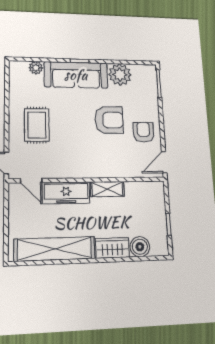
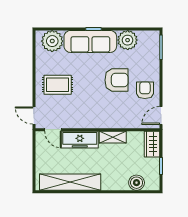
plant: (36, 68) -> (52, 41), width x1.87, depth x1.87
rug: (37, 125) -> (58, 85), turned 90
wardrobe: (112, 248) -> (152, 144), moved, turned -90

